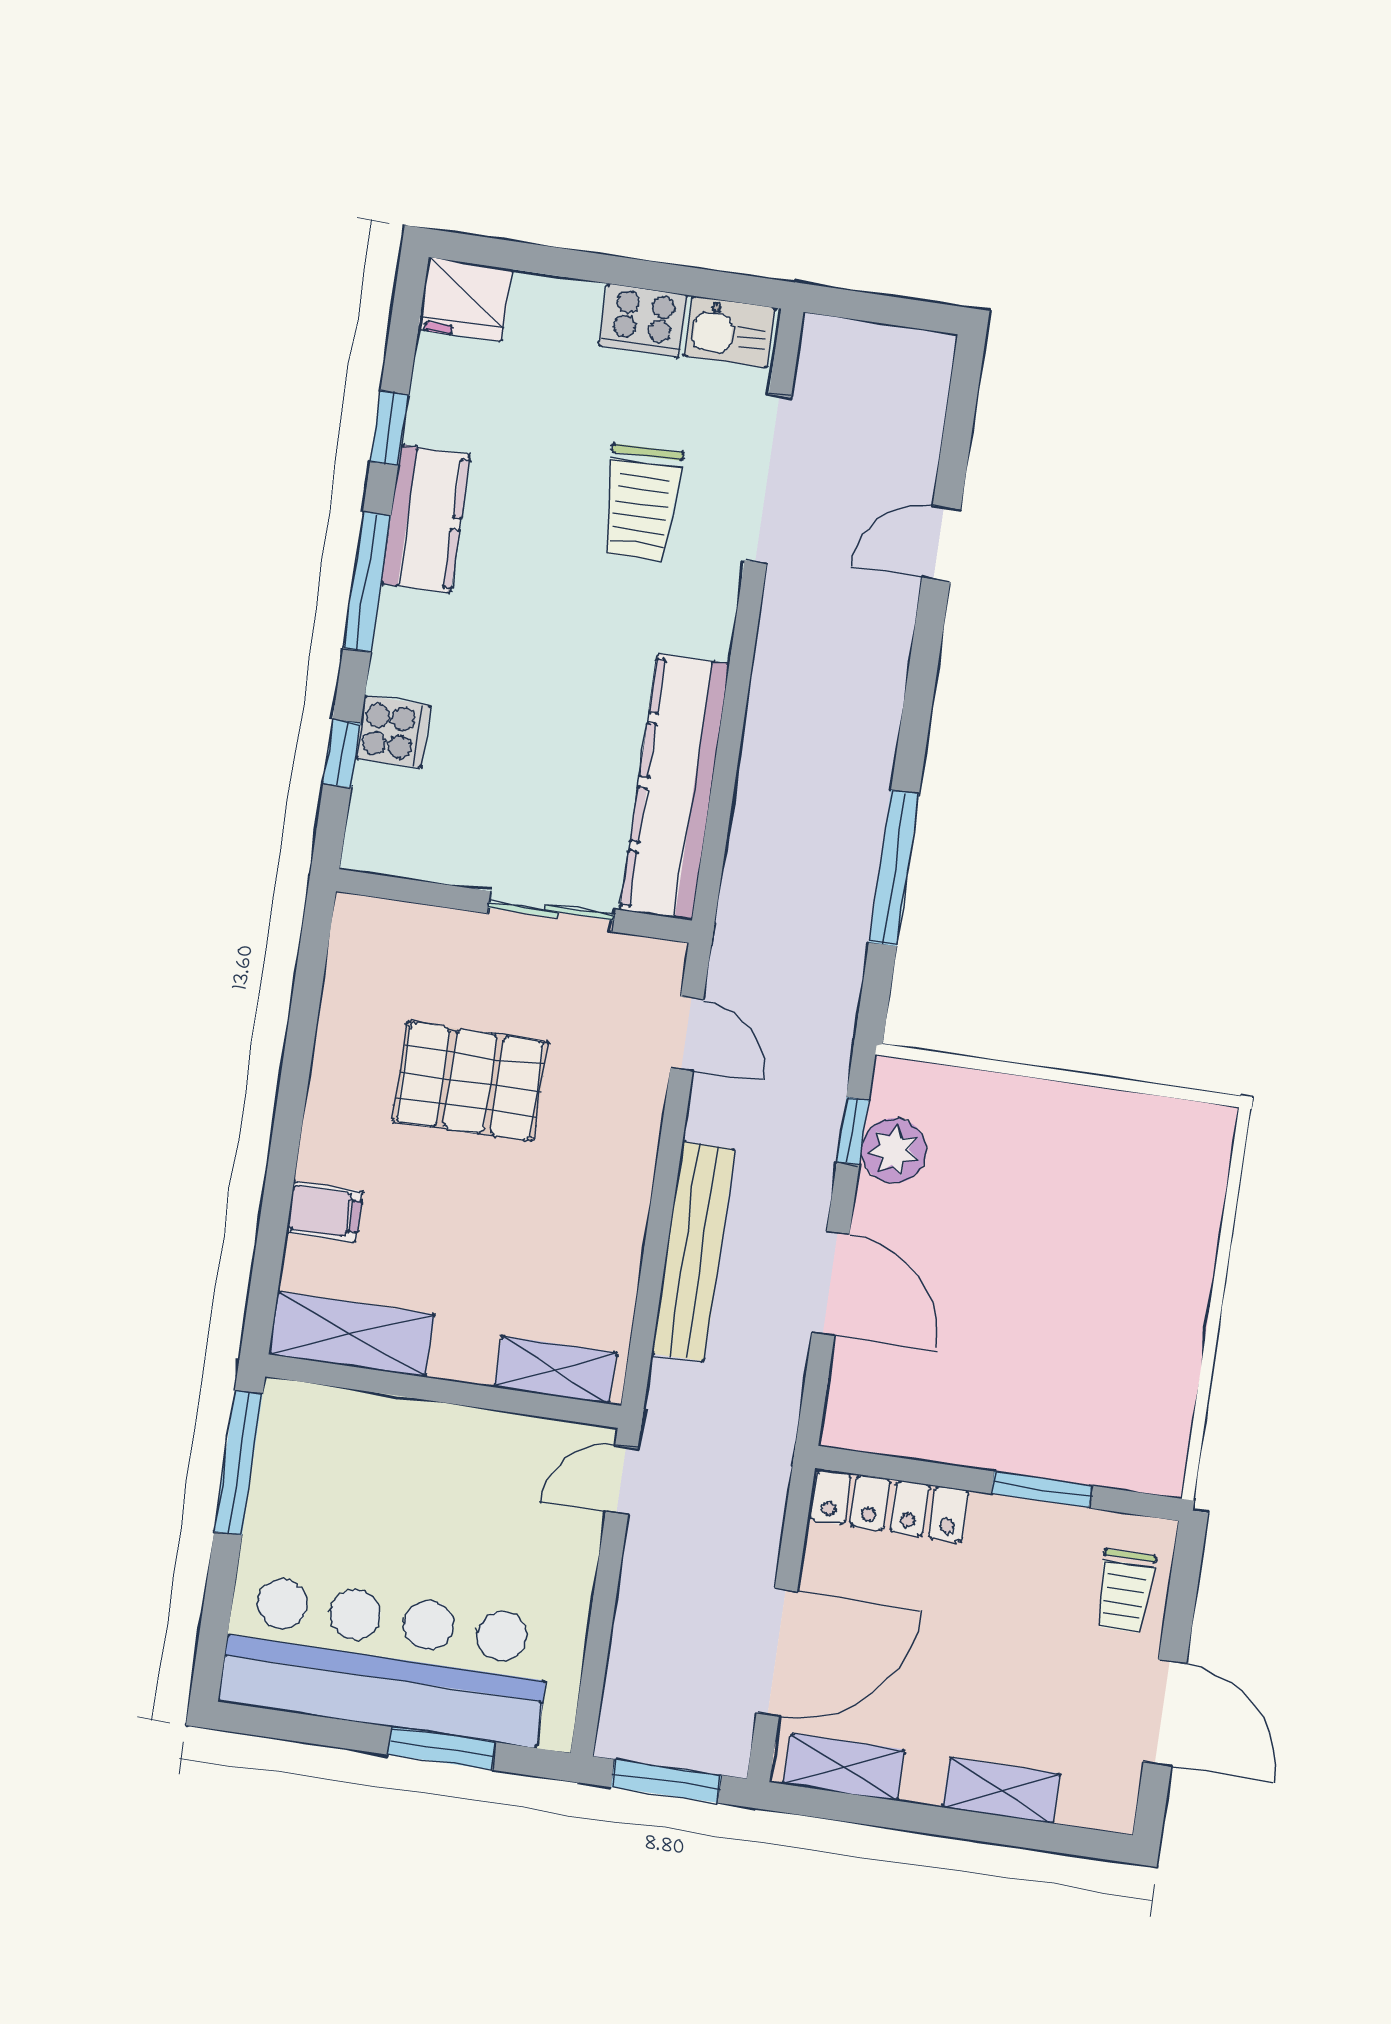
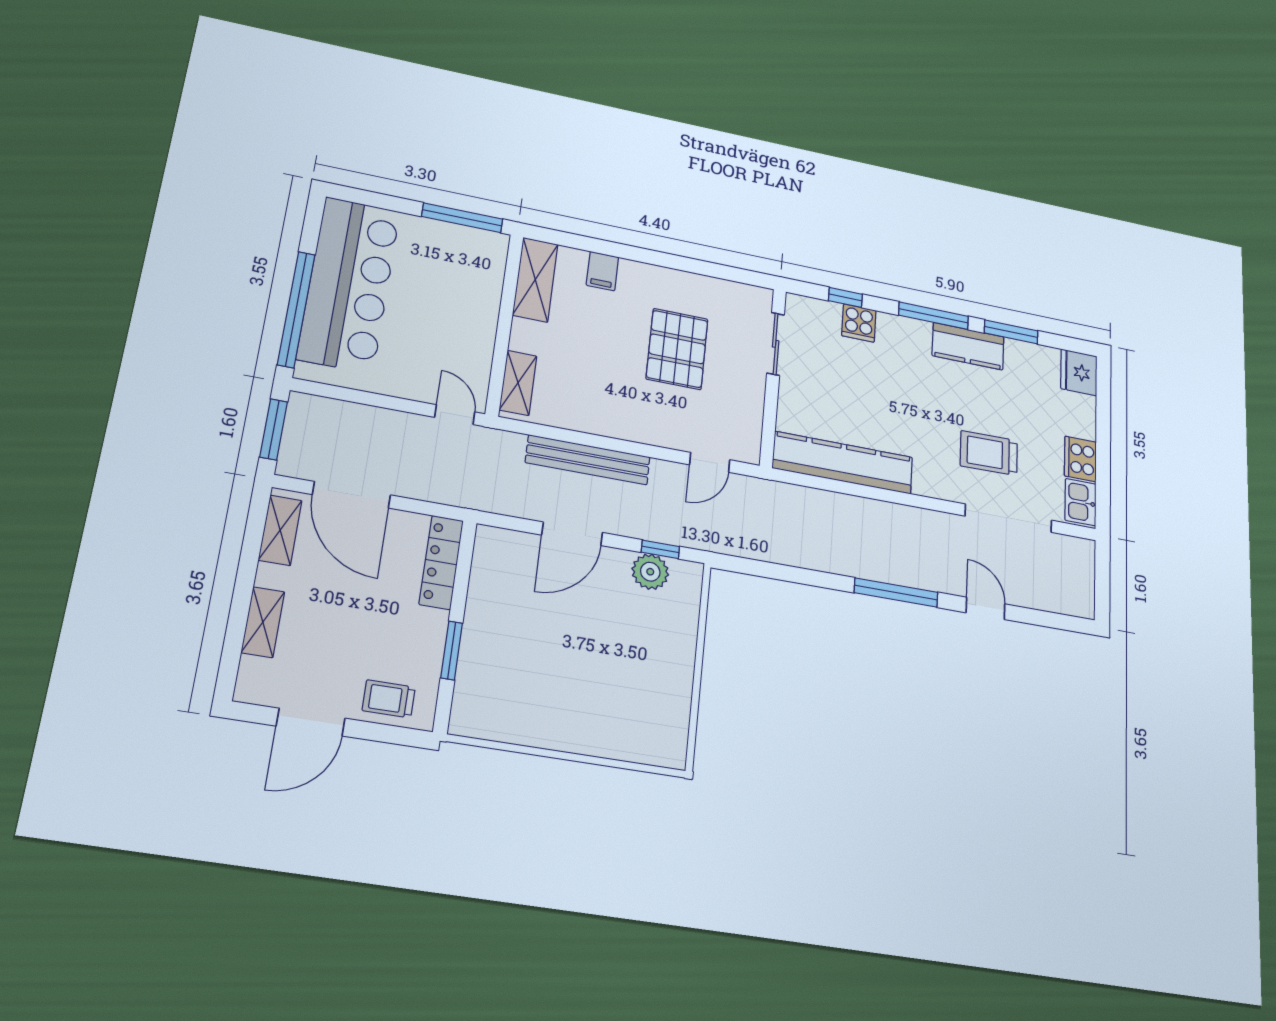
window: (389, 428) -> (1011, 332), width x1.50
window: (894, 868) -> (896, 593), moved
sliding door: (551, 911) -> (776, 344), moved
window: (441, 1748) -> (296, 309), width x2.11

